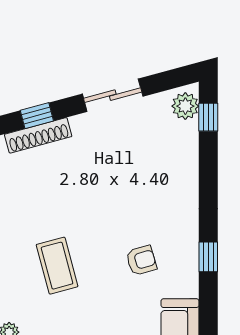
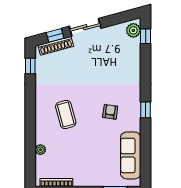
sliding door: (113, 95) -> (85, 27), moved
armchair: (141, 260) -> (110, 112), turned -66

